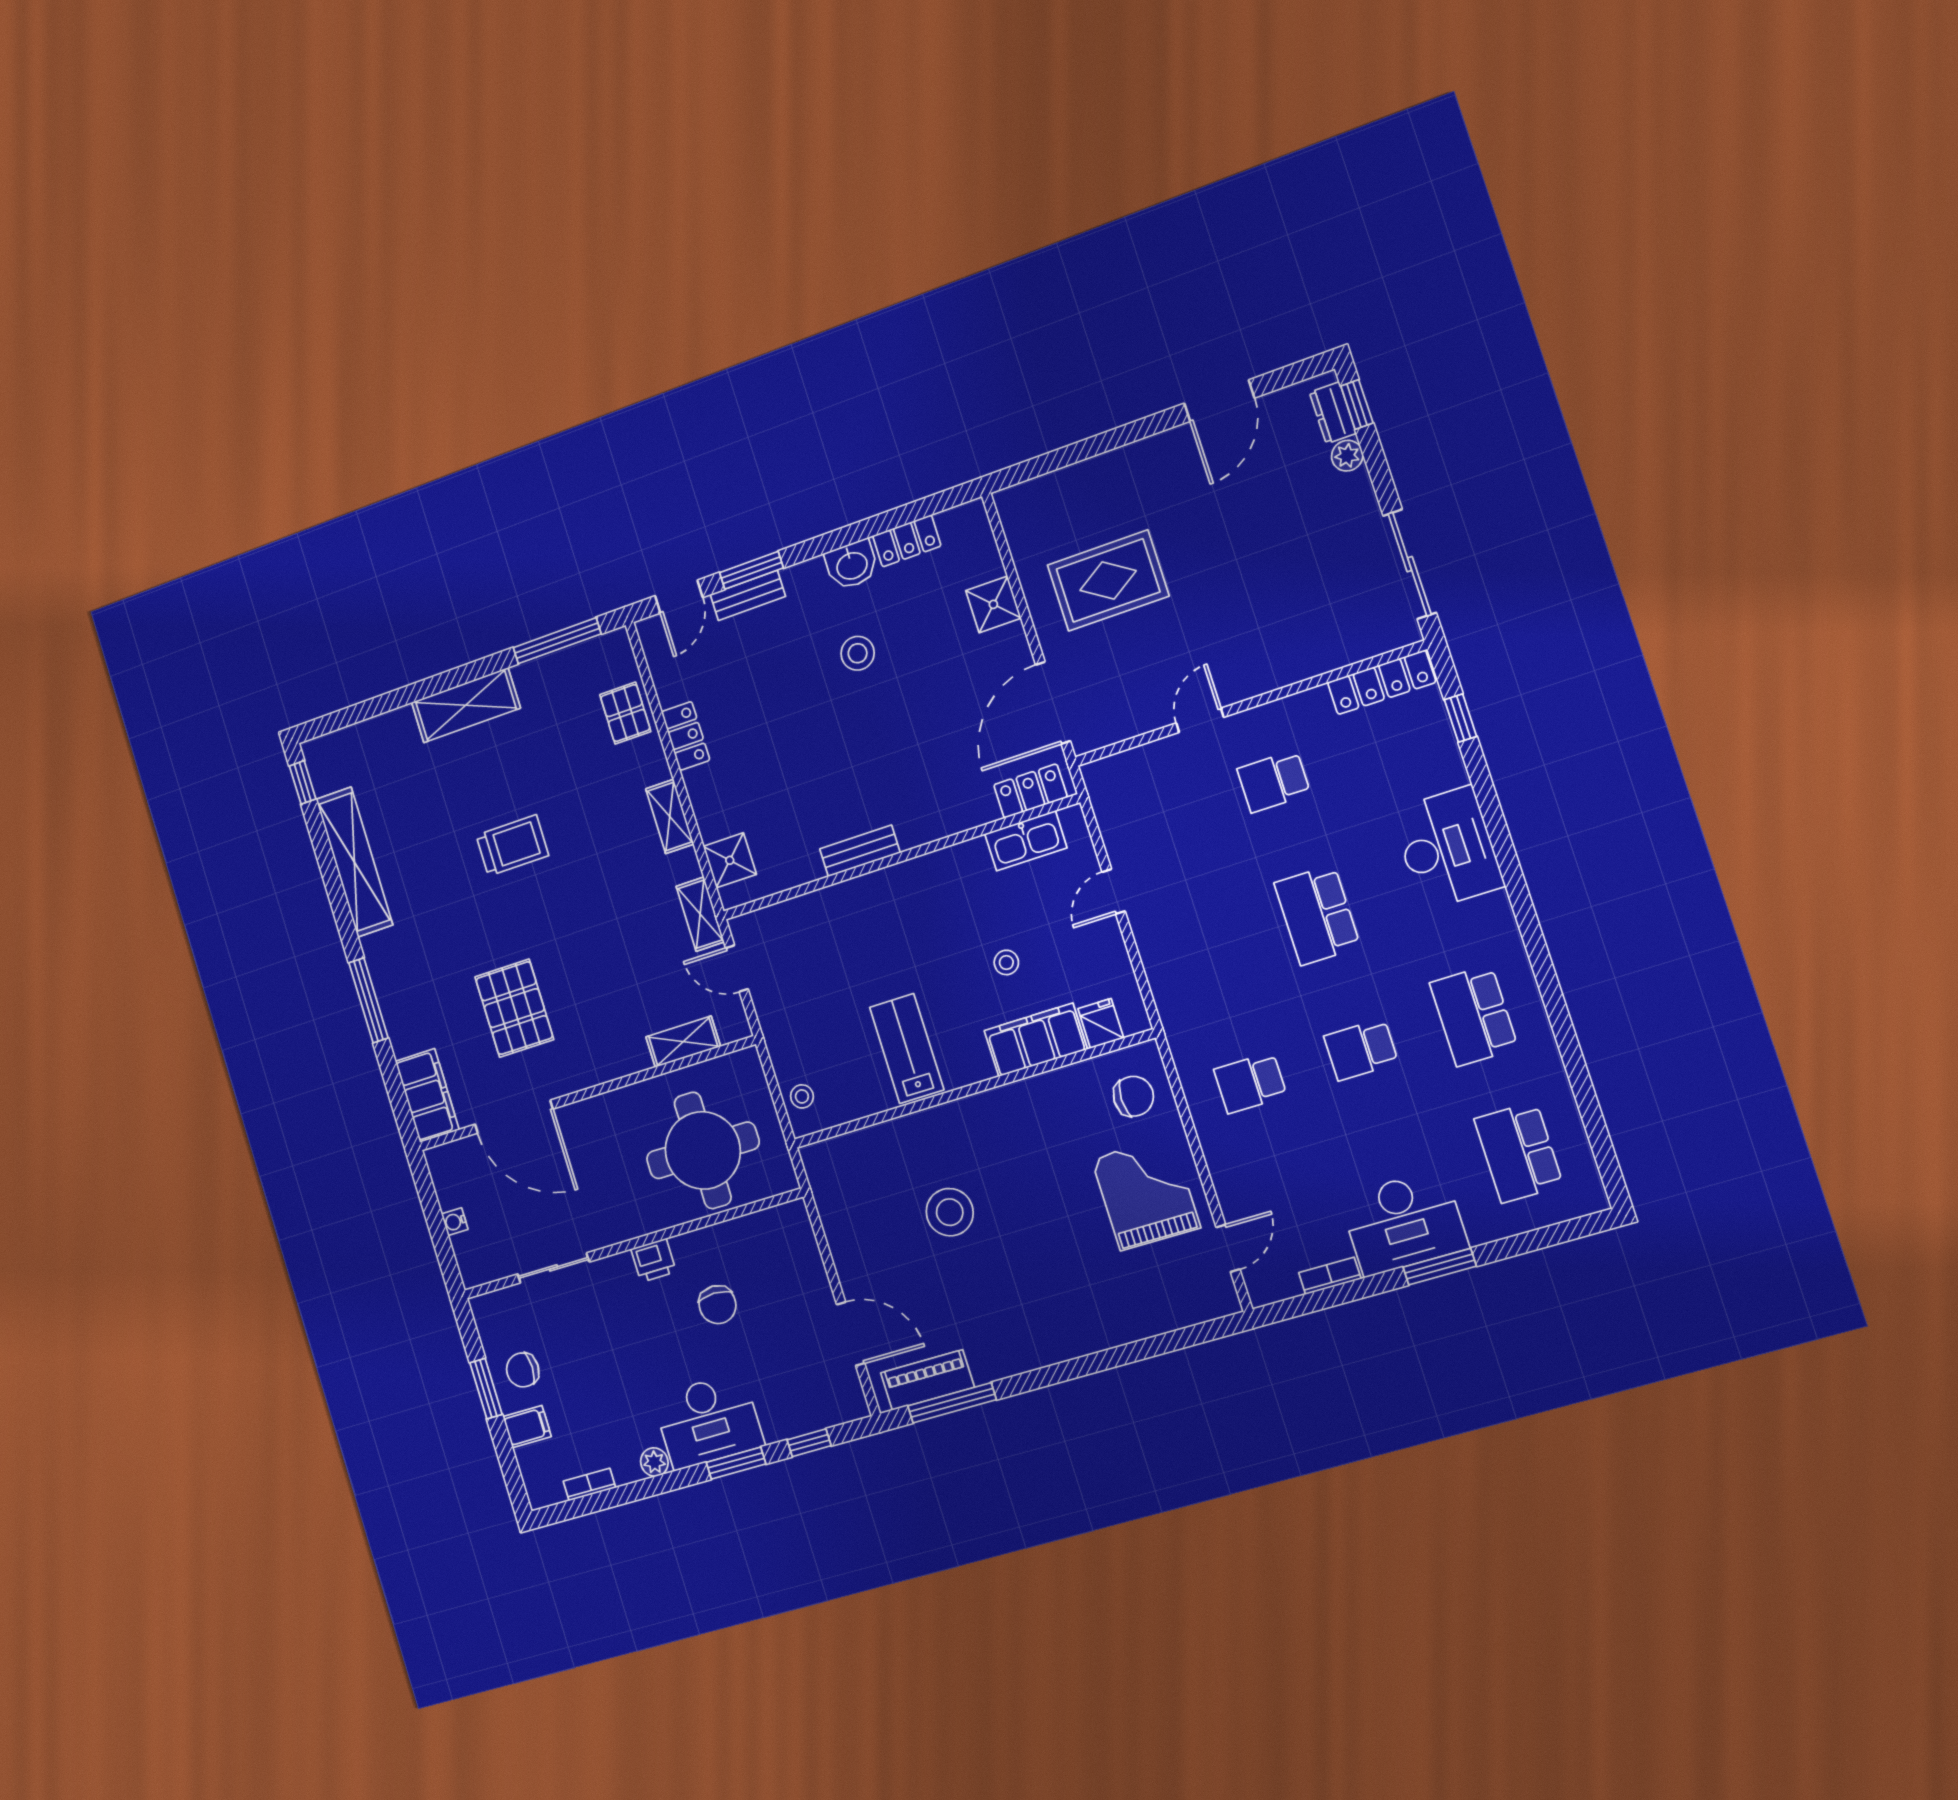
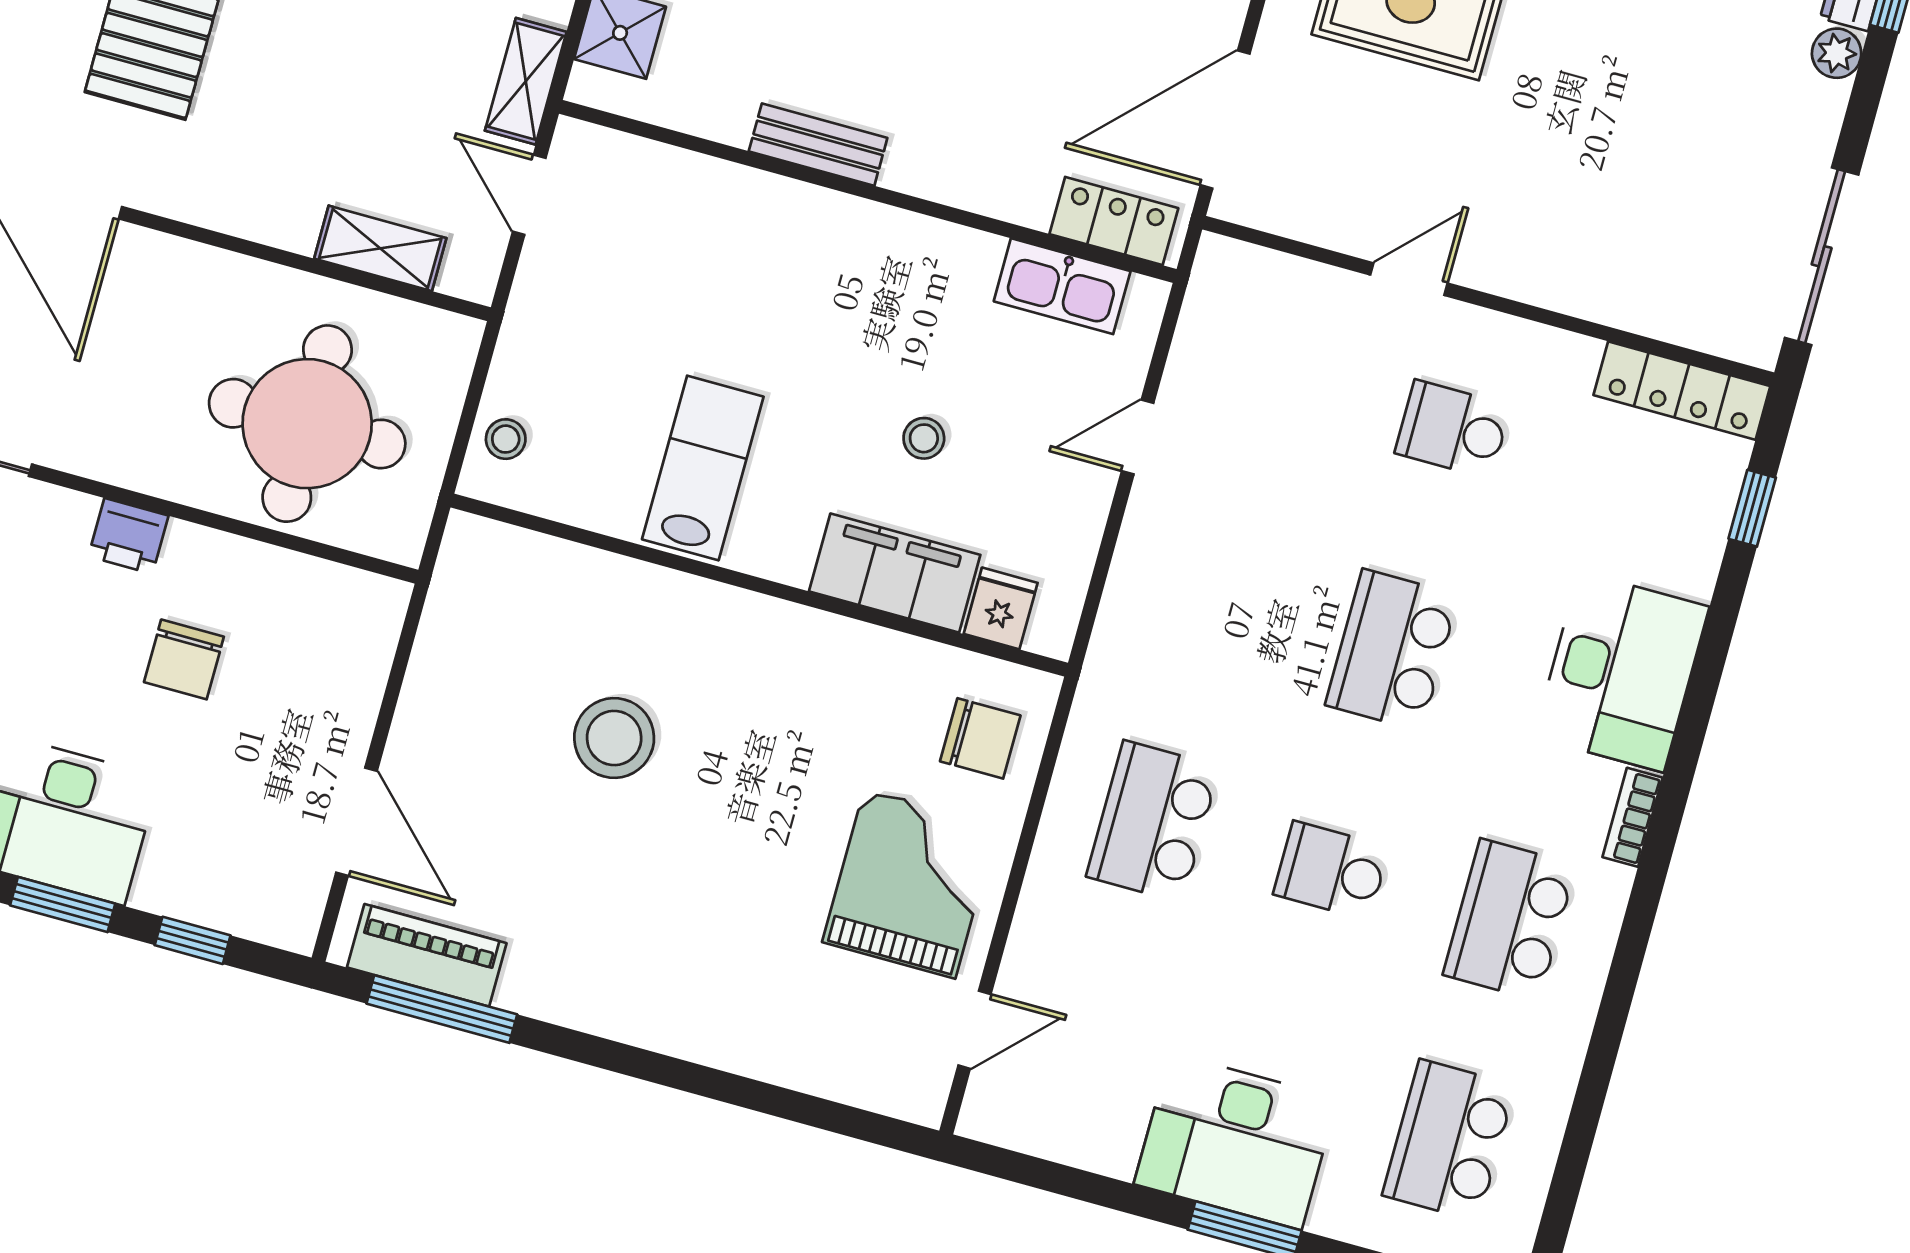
school desk: (1250, 1083) -> (1153, 821), width x1.85
bookcase: (1330, 1276) -> (1632, 817), moved, turned -90

